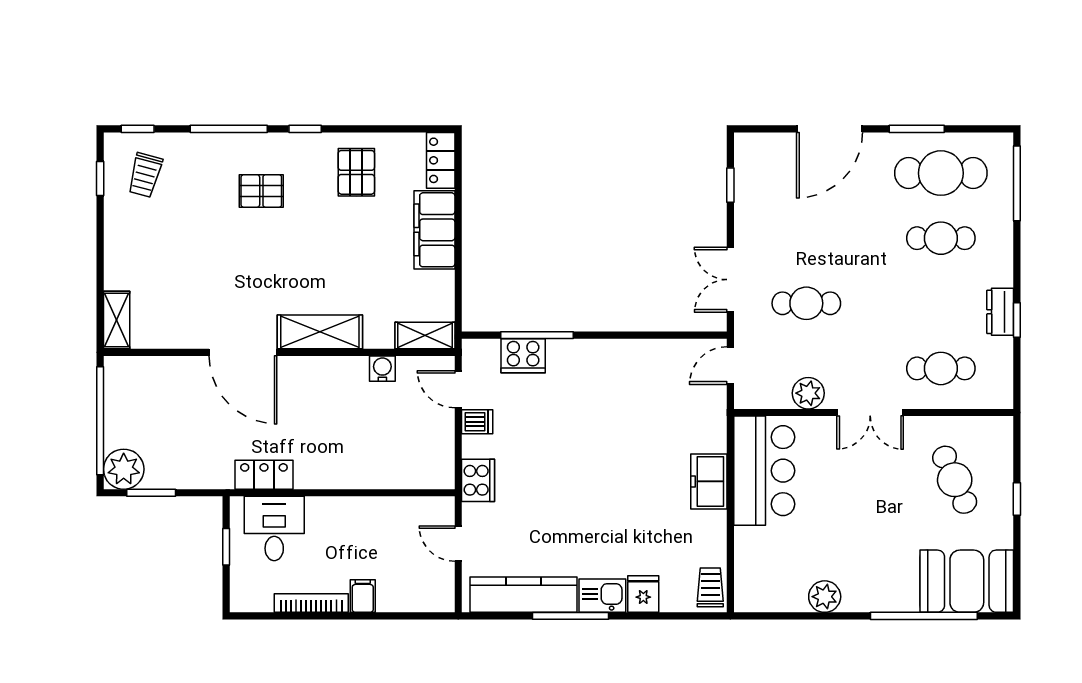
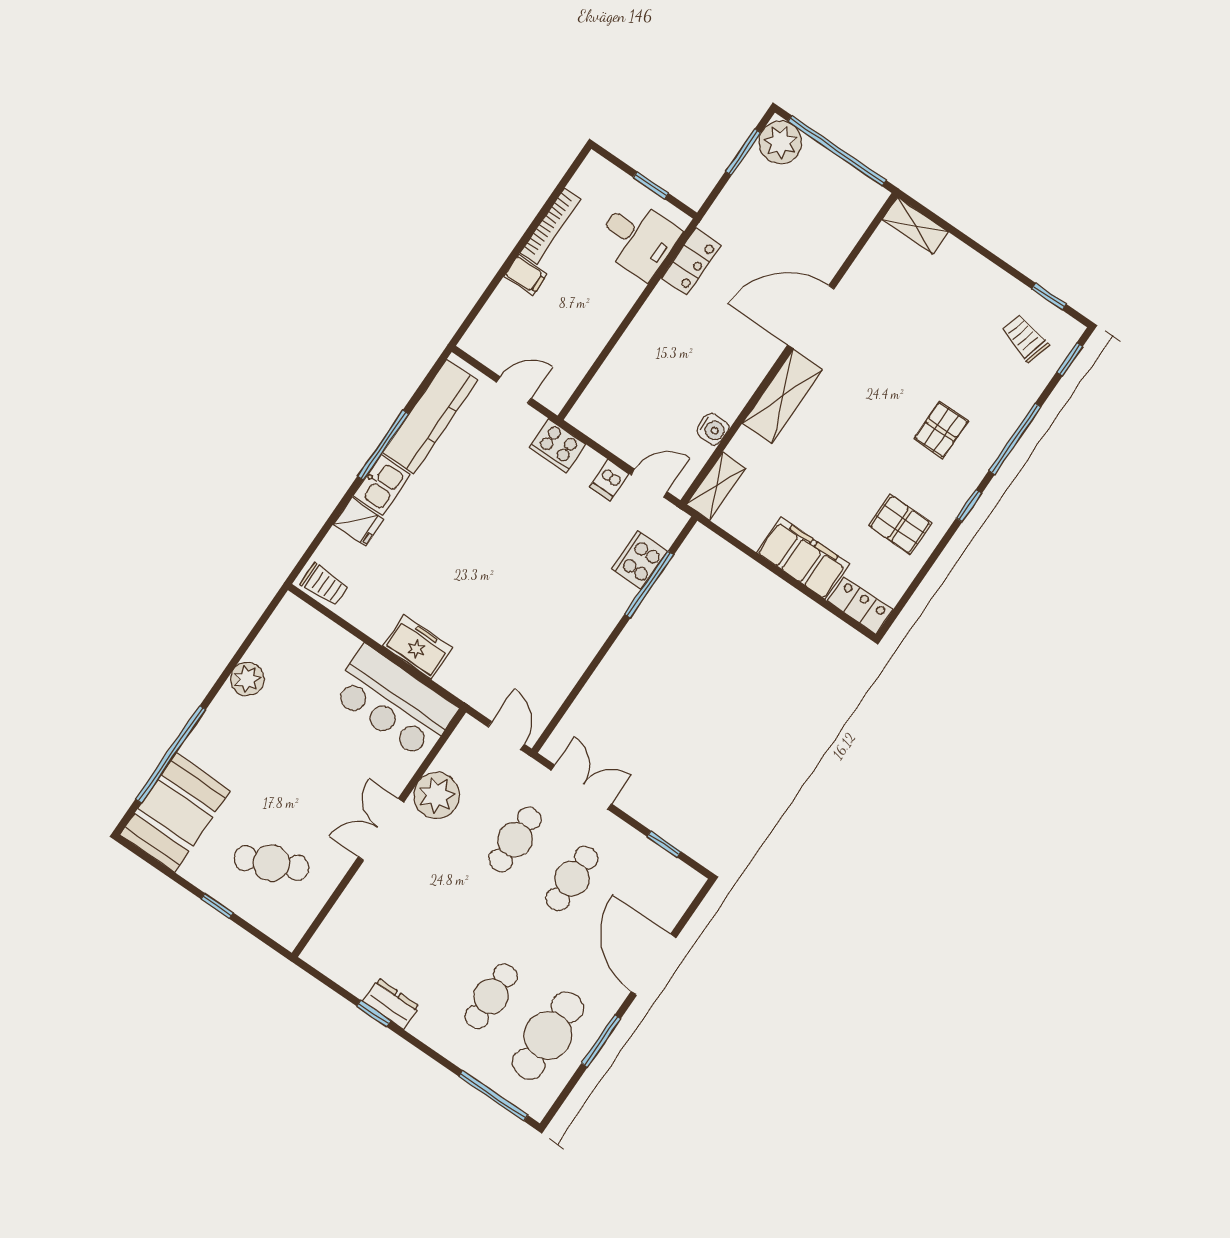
cafe table: (941, 368) -> (572, 879), moved
plant: (808, 393) -> (437, 795), width x1.36, depth x1.36

